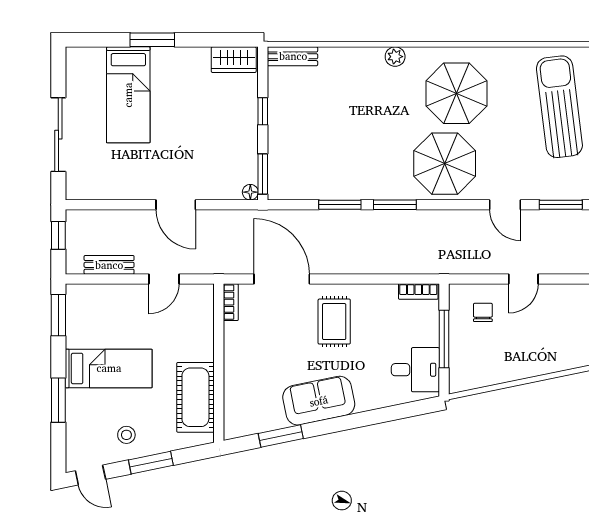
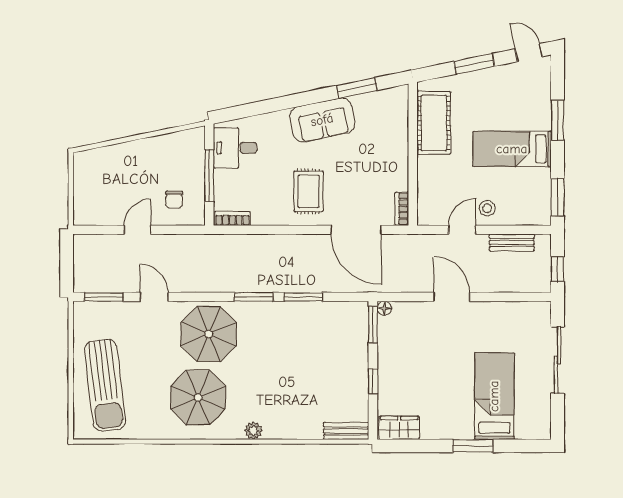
stool: (126, 435) -> (487, 208), moved

